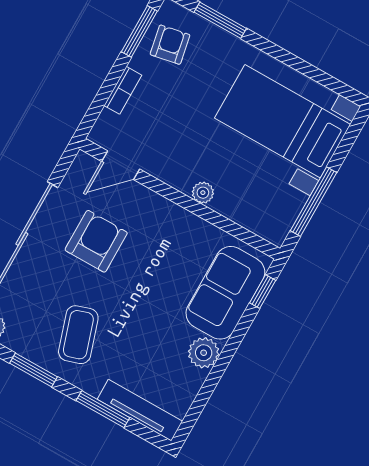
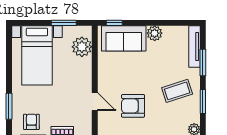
armchair: (170, 45) -> (31, 122), turned 101
door: (121, 165) -> (95, 102), moved
plant: (203, 193) -> (82, 47), moved, width x1.88, depth x1.88
window: (313, 202) -> (64, 23), width x0.69

